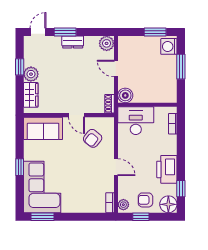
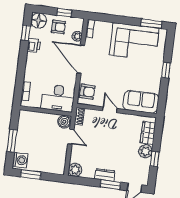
door: (116, 69) -> (71, 137), moved
armchair: (93, 138) -> (87, 92), moved, turned 53
door: (116, 167) -> (81, 59), width x1.87
printer: (167, 169) -> (34, 45), width x0.53, depth x0.68
corner sofa: (42, 187) -> (134, 42), moved, turned -90
plant: (123, 205) -> (77, 36), moved

